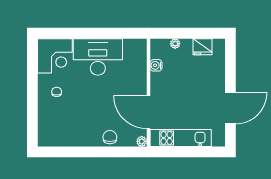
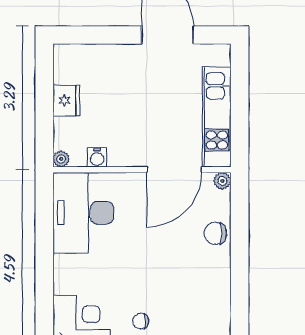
plant: (175, 44) -> (61, 159), moved
fridge: (203, 47) -> (66, 101), moved
desk: (98, 57) -> (83, 213), moved

